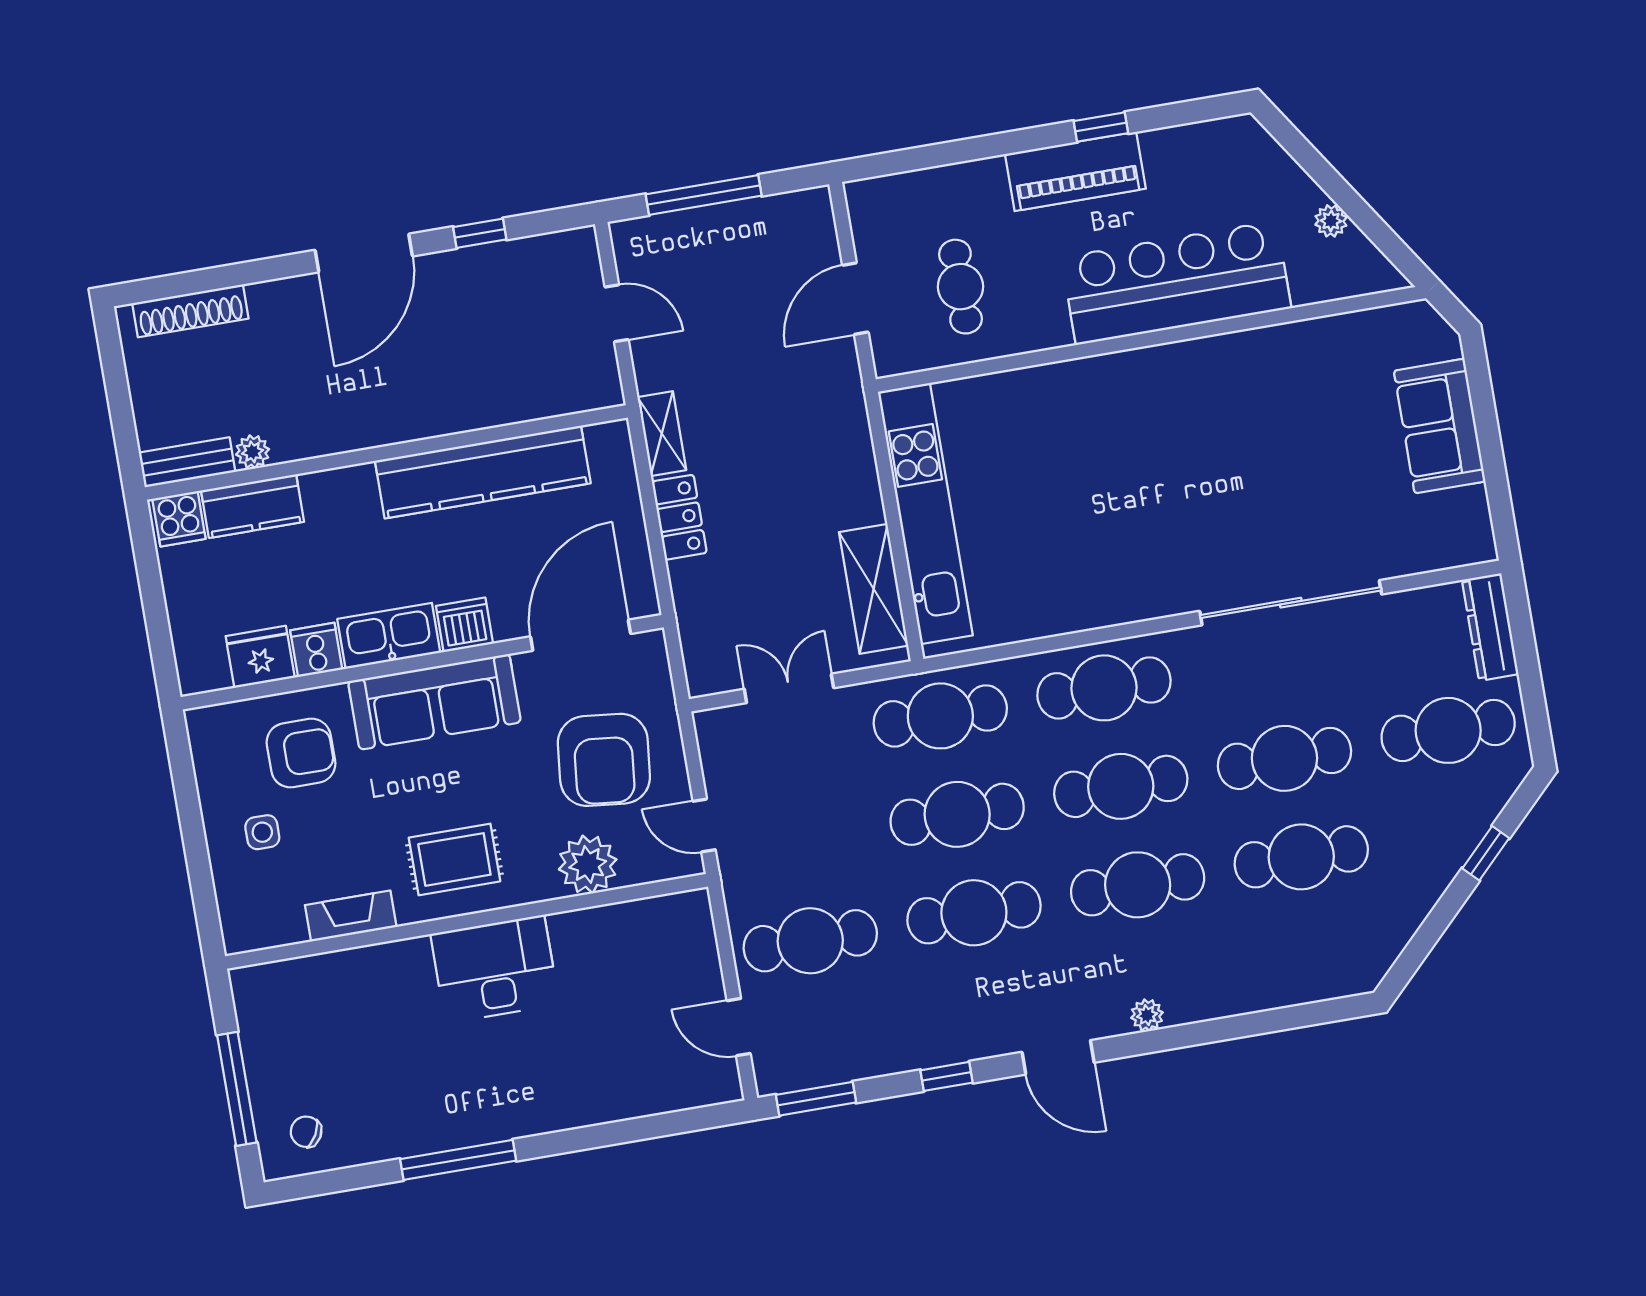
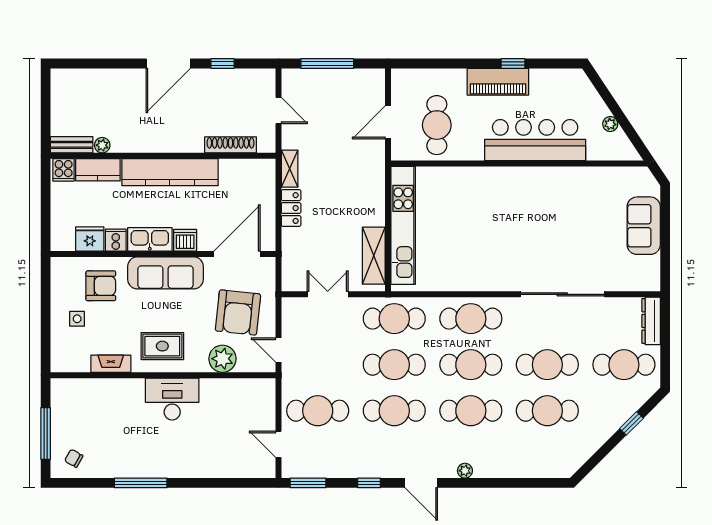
cafe table: (960, 287) -> (437, 125), width x1.37, depth x1.35
shoe rack: (190, 311) -> (231, 145), moved, turned 180
kitchen counter: (483, 472) -> (170, 172), moved

